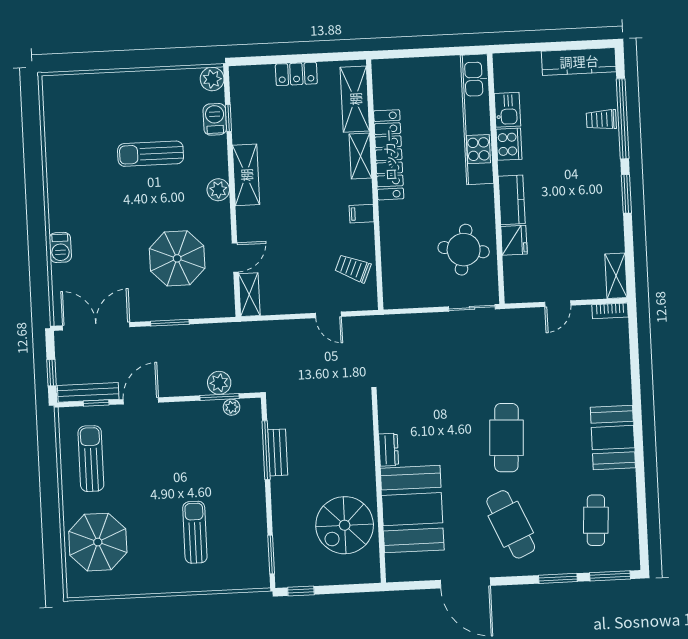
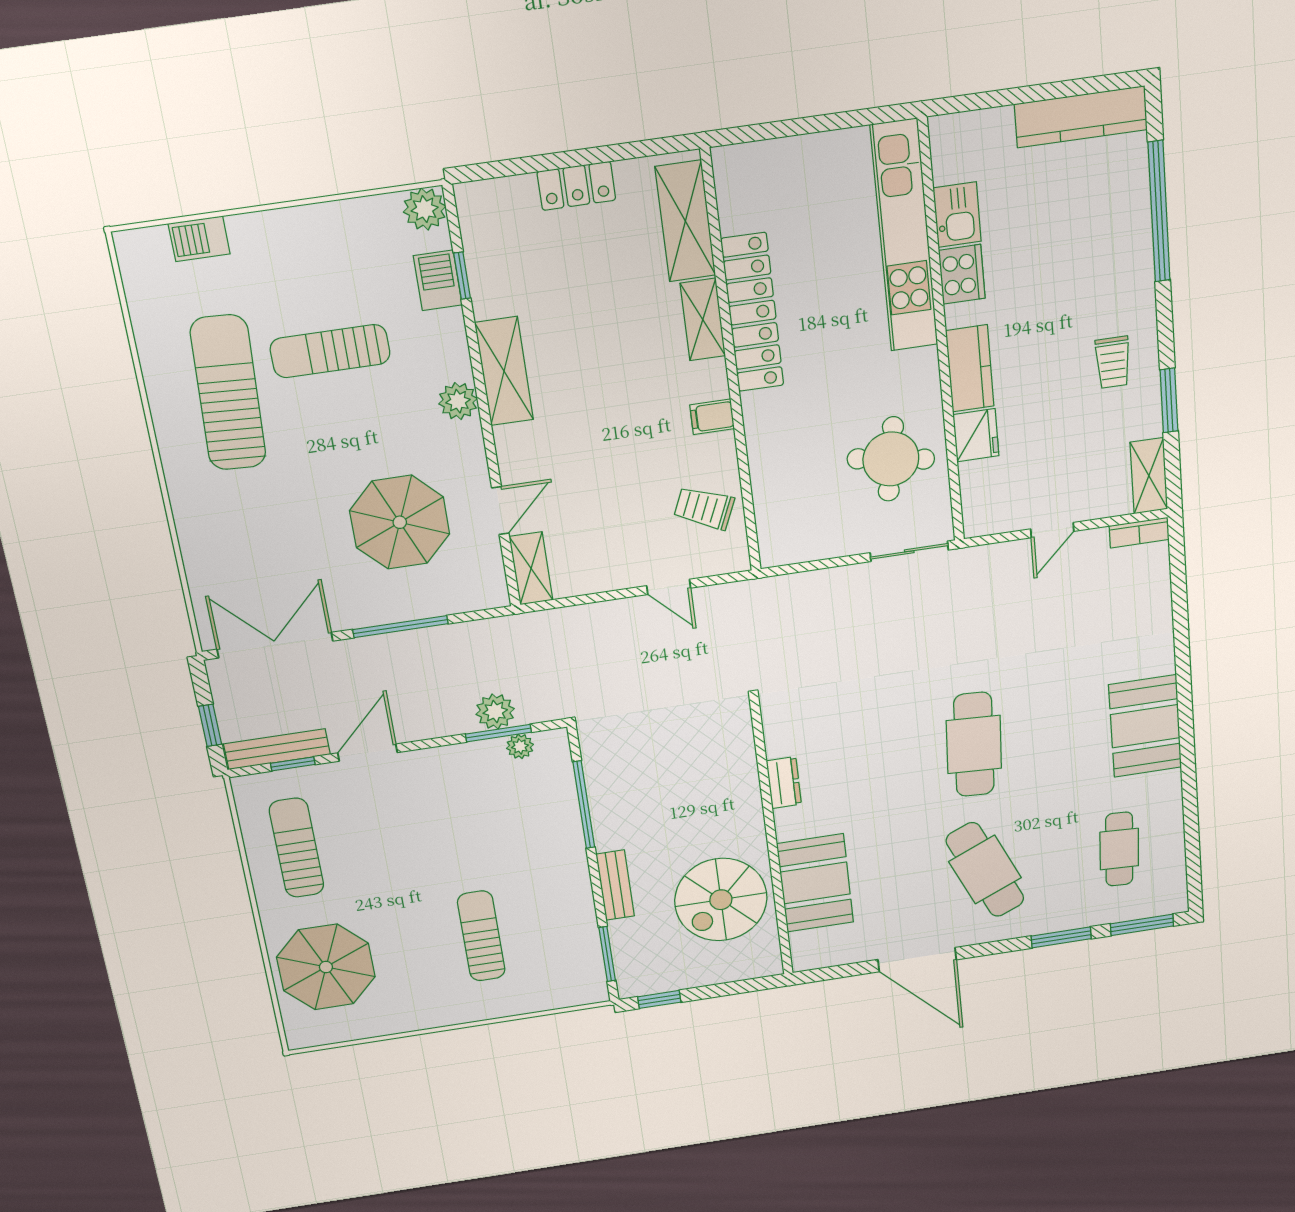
trolley: (601, 120) -> (1113, 362), moved, turned -90
sun lounger: (91, 172) -> (228, 393), added
window: (626, 194) -> (1169, 400), moved
barbecue: (60, 247) -> (199, 239), moved, turned 90
window: (170, 323) -> (400, 627), width x1.44
bench: (278, 452) -> (615, 885), moved
booth: (412, 509) -> (815, 883), width x0.73, depth x0.70

